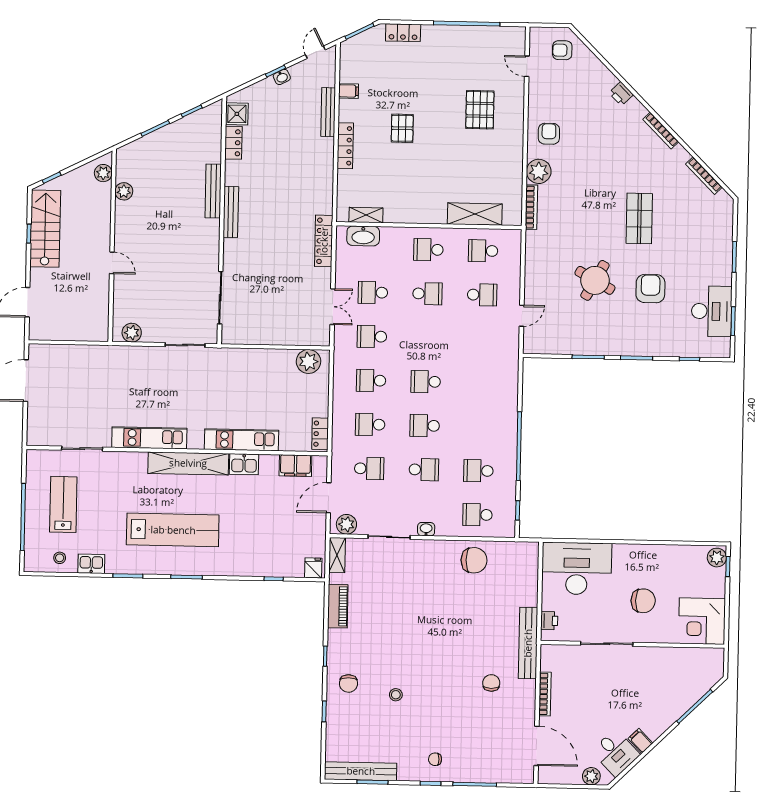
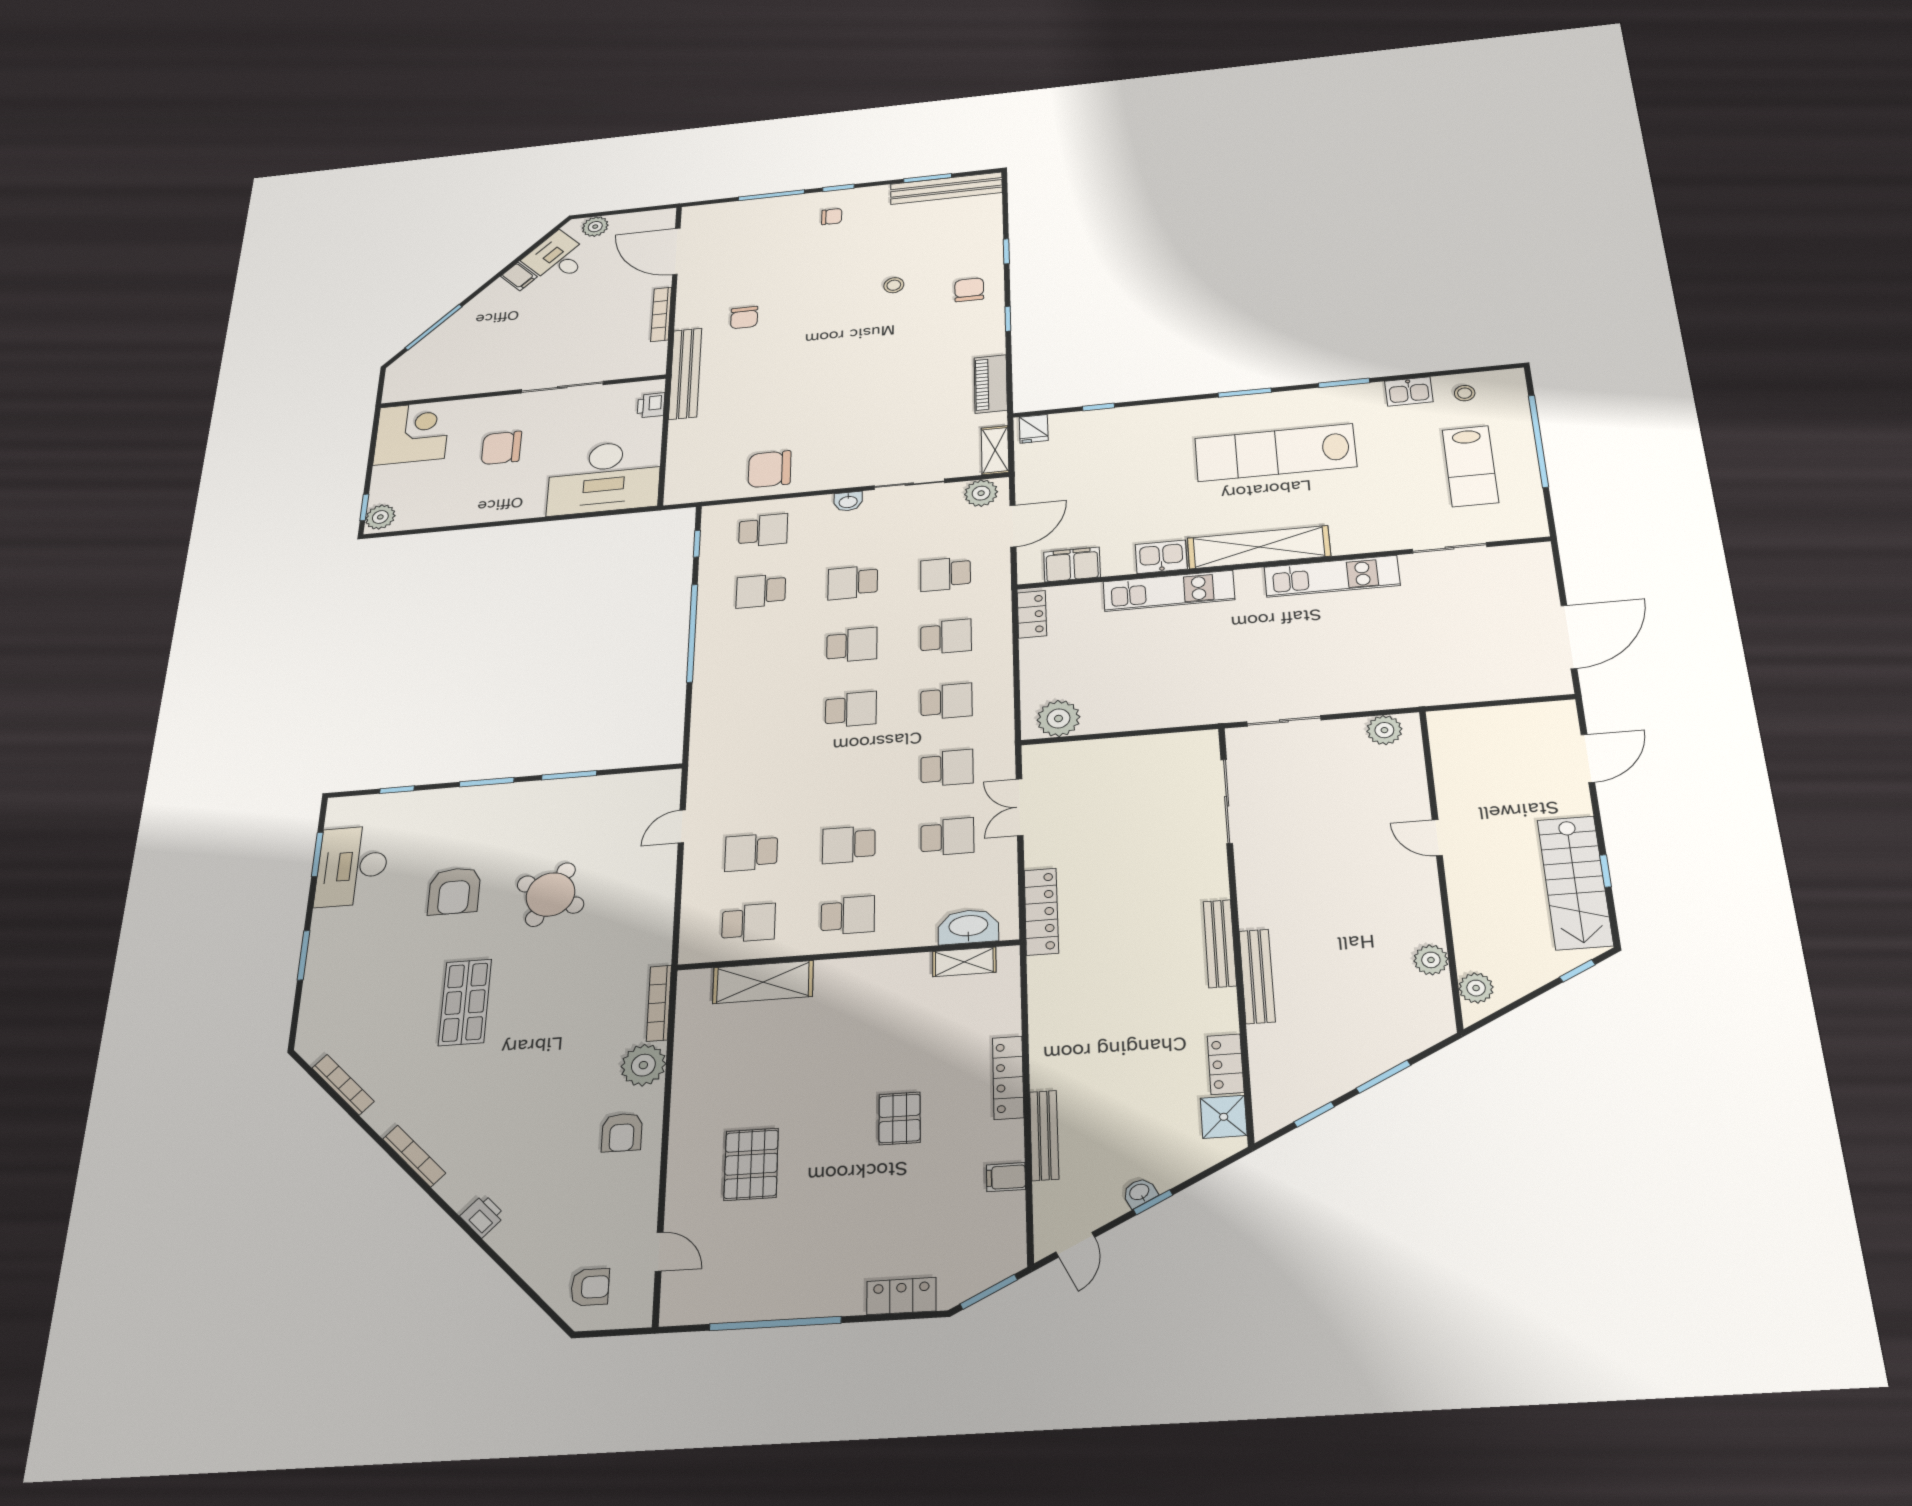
school desk: (478, 471) -> (761, 591), turned 180

